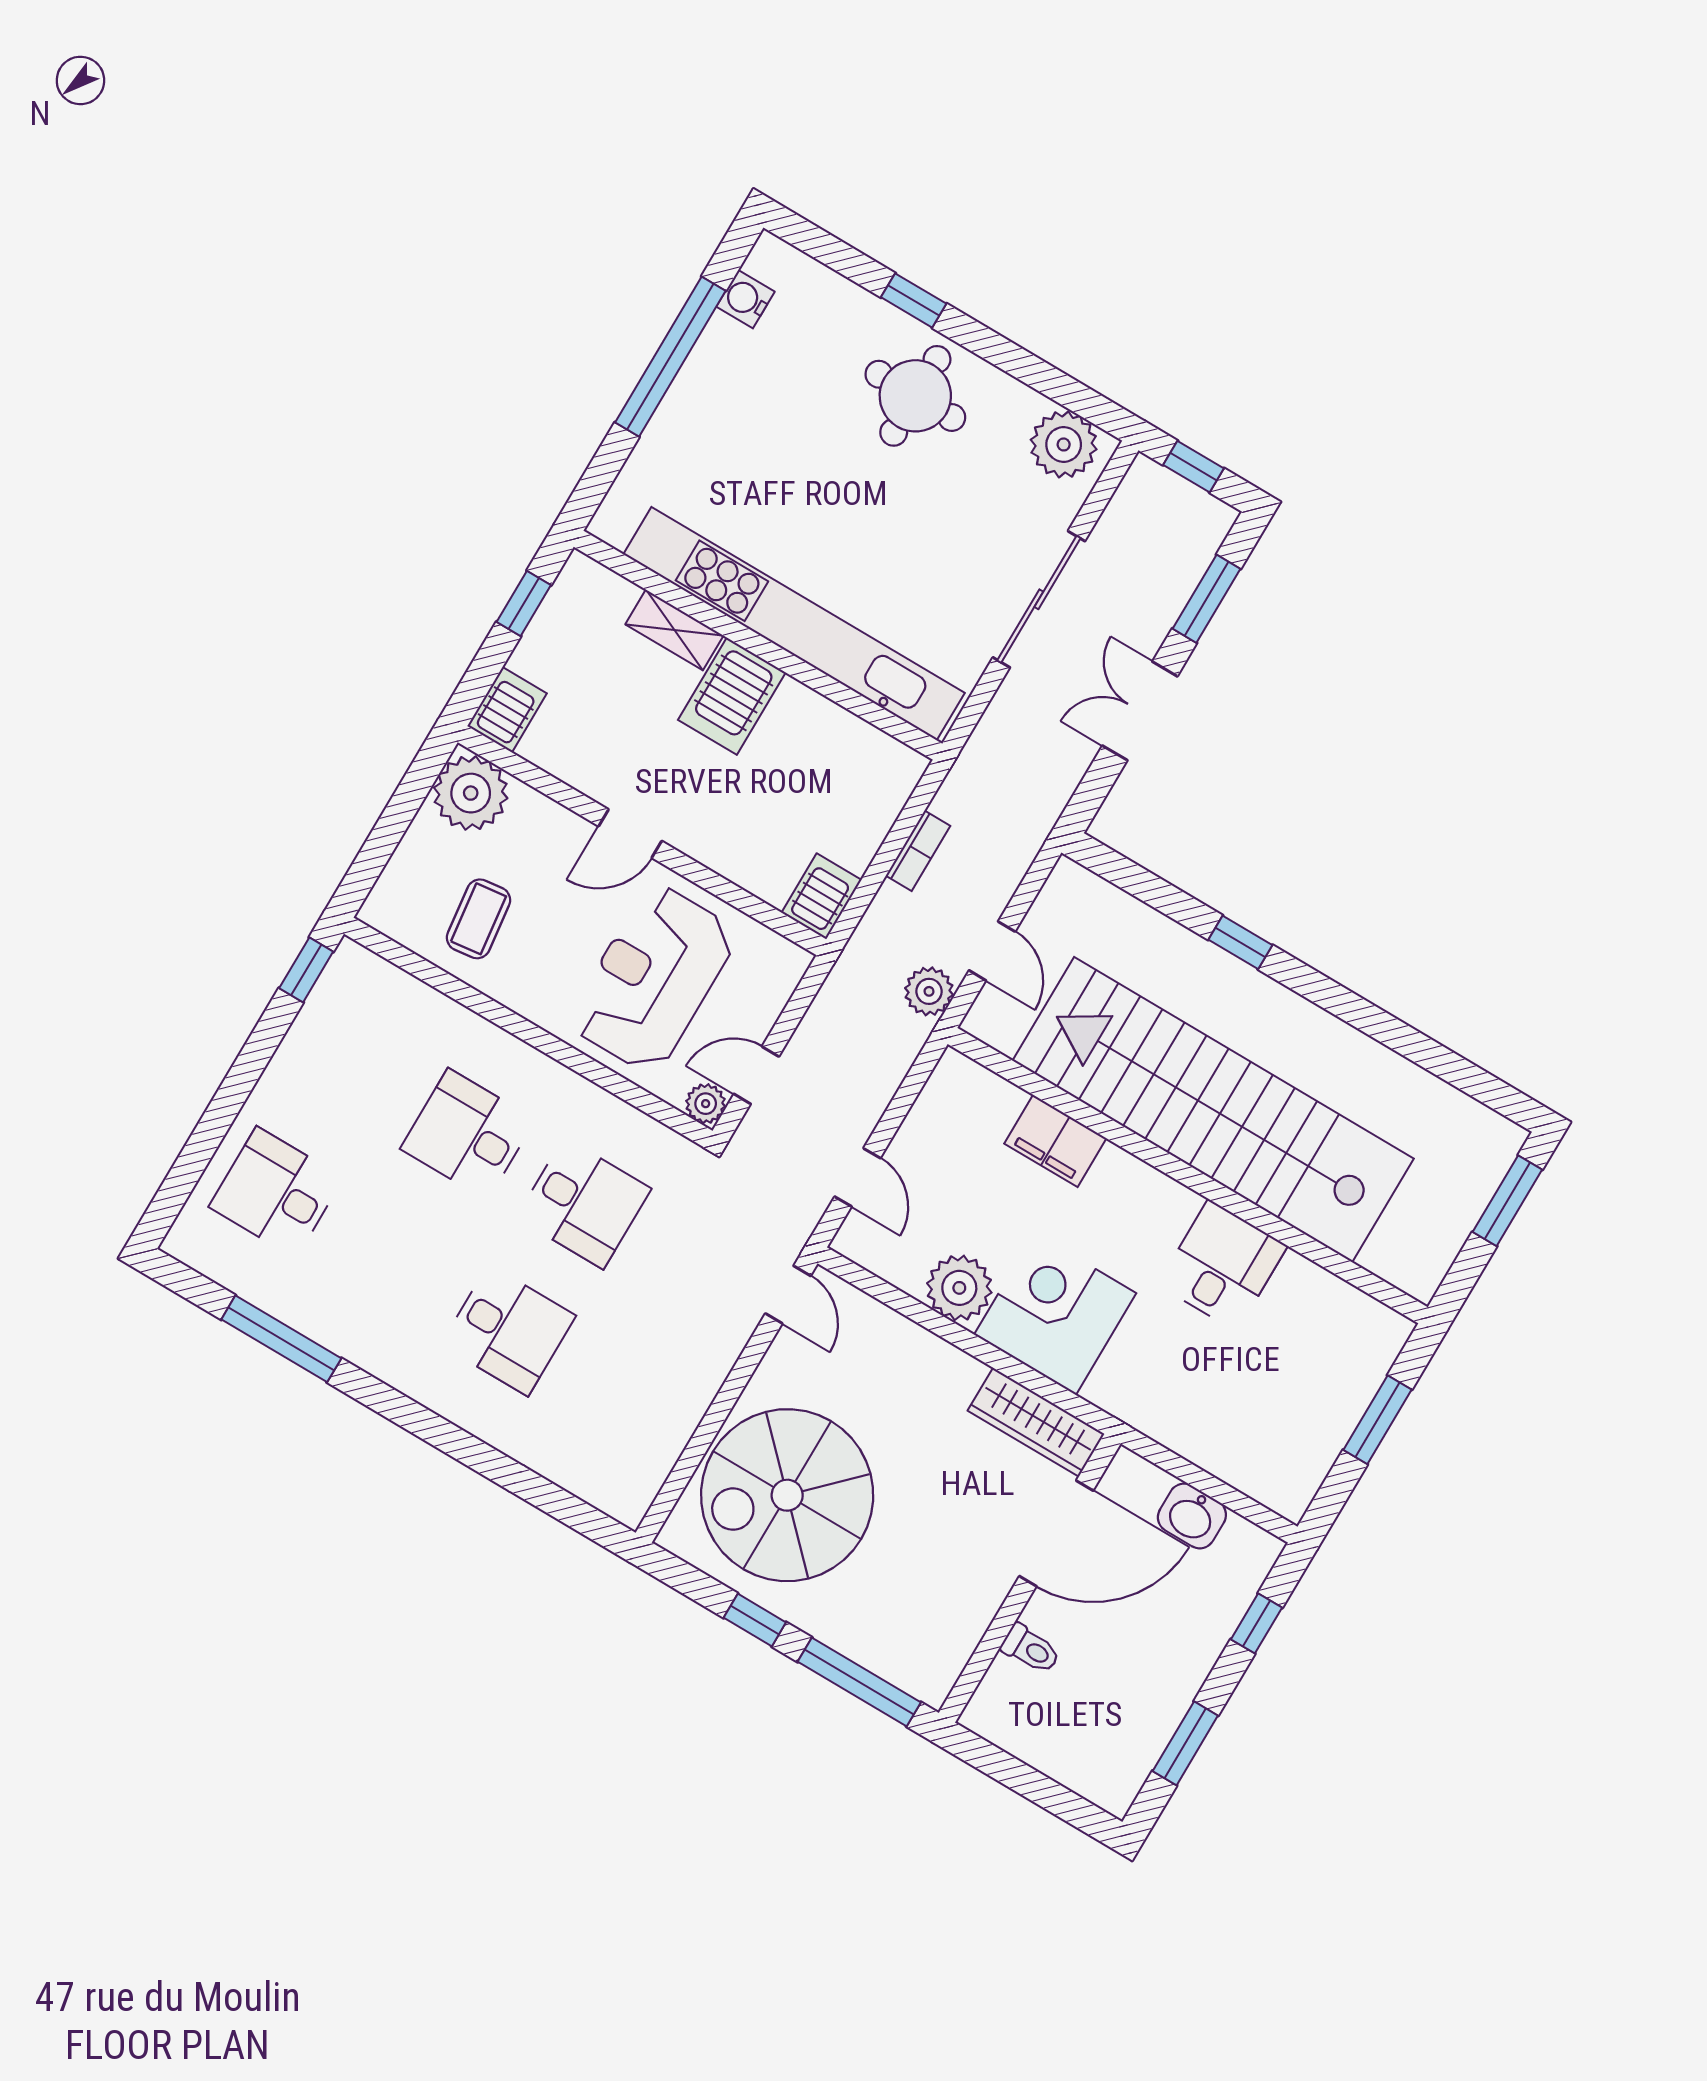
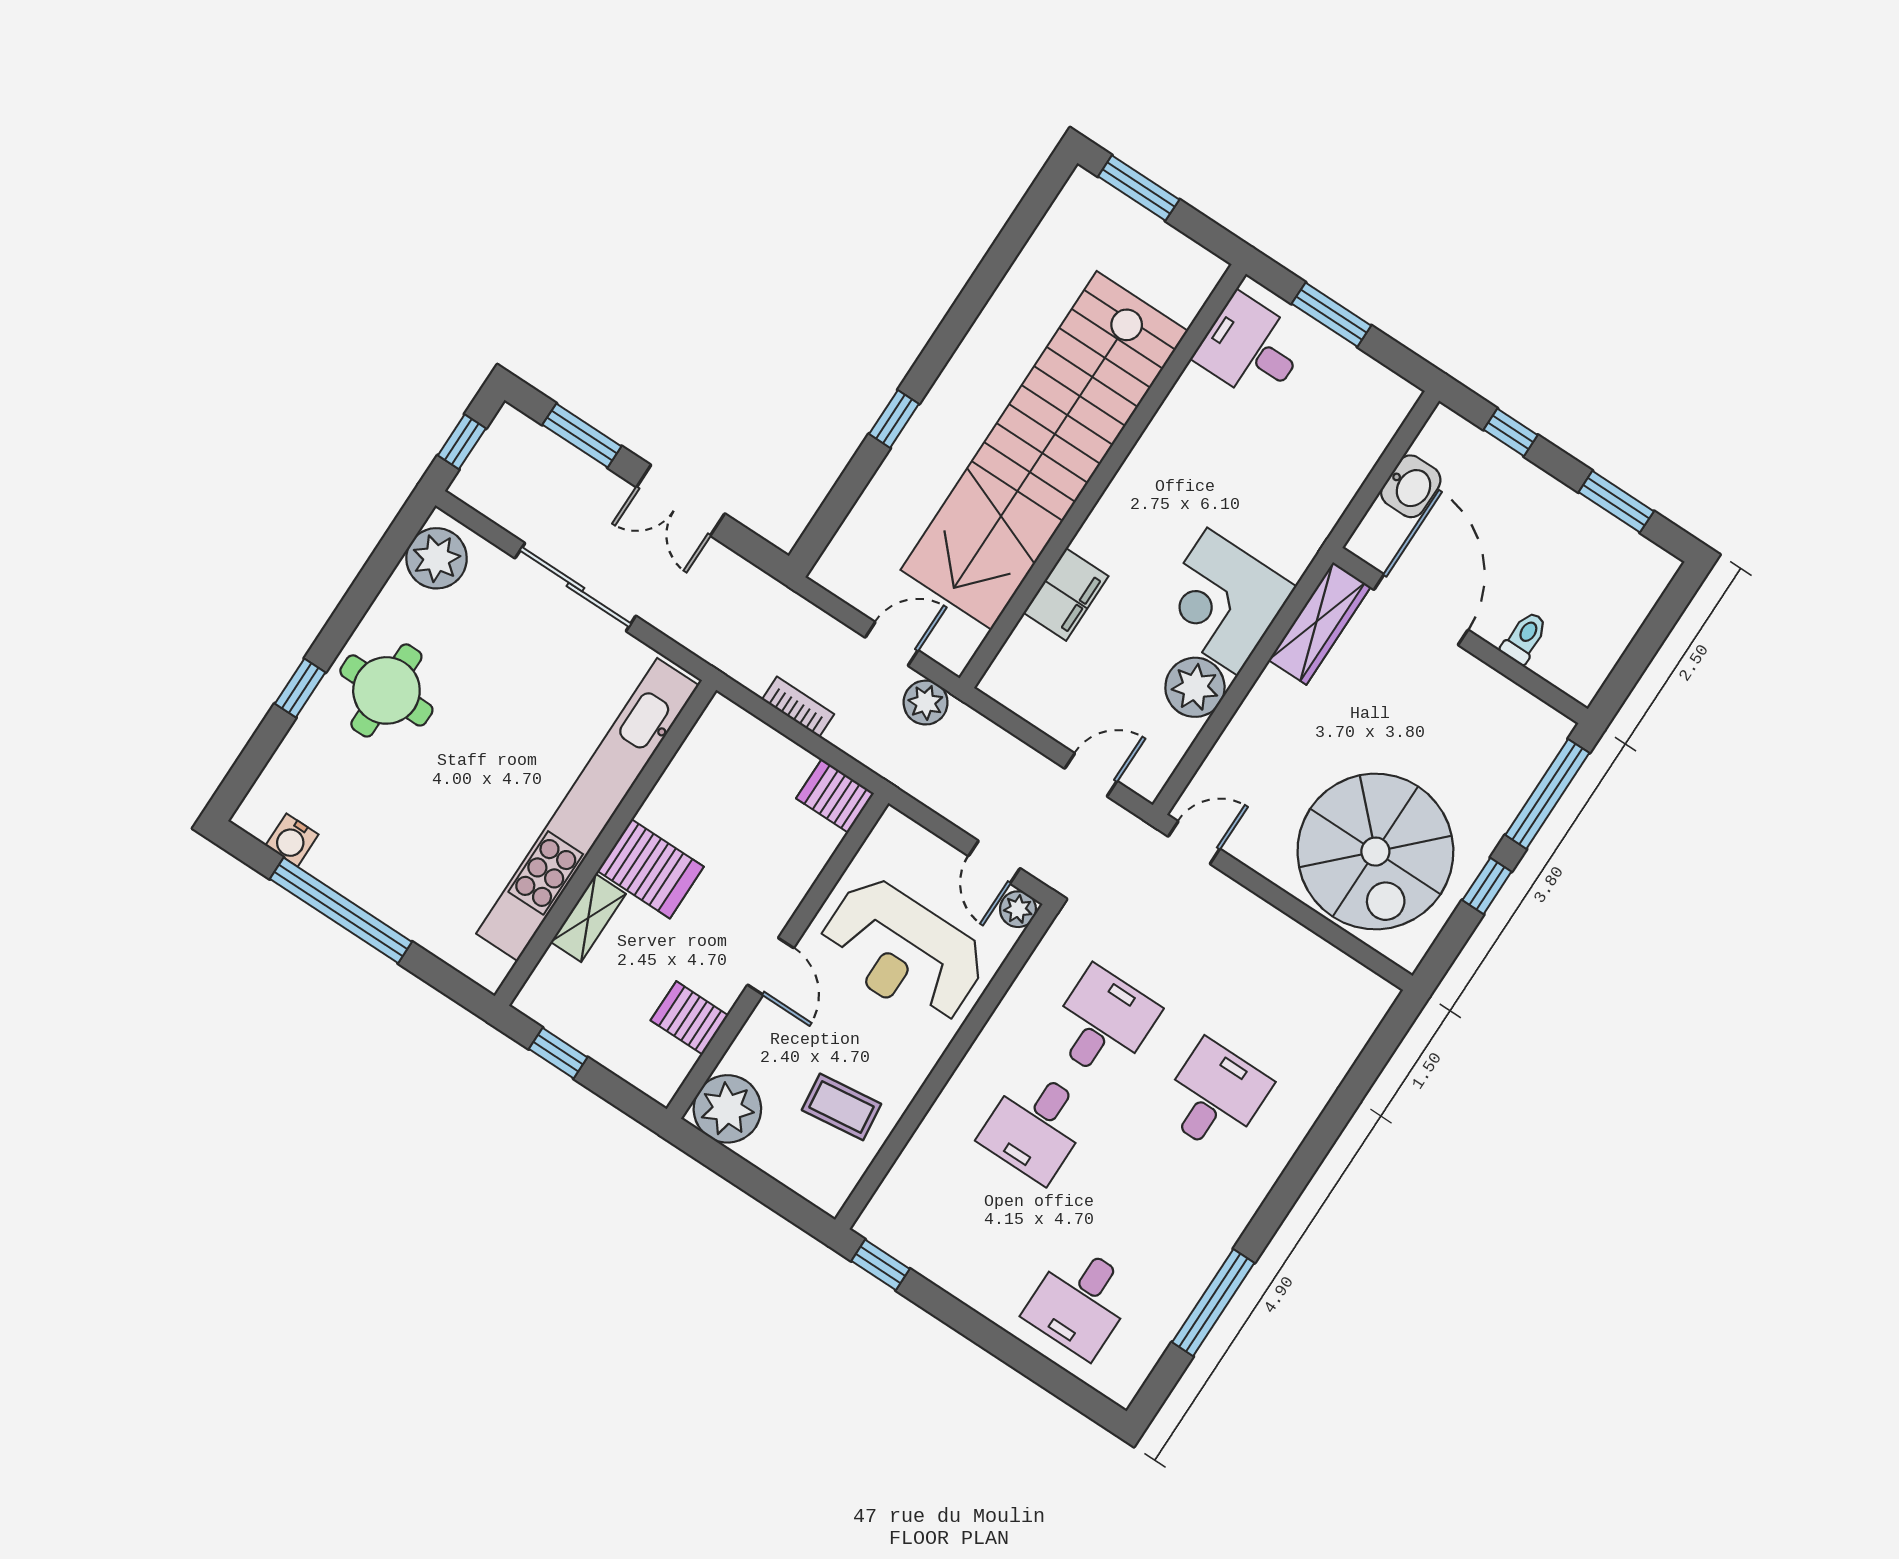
server rack: (507, 710) -> (689, 1018), moved
desk: (1223, 1265) -> (1251, 349), moved

